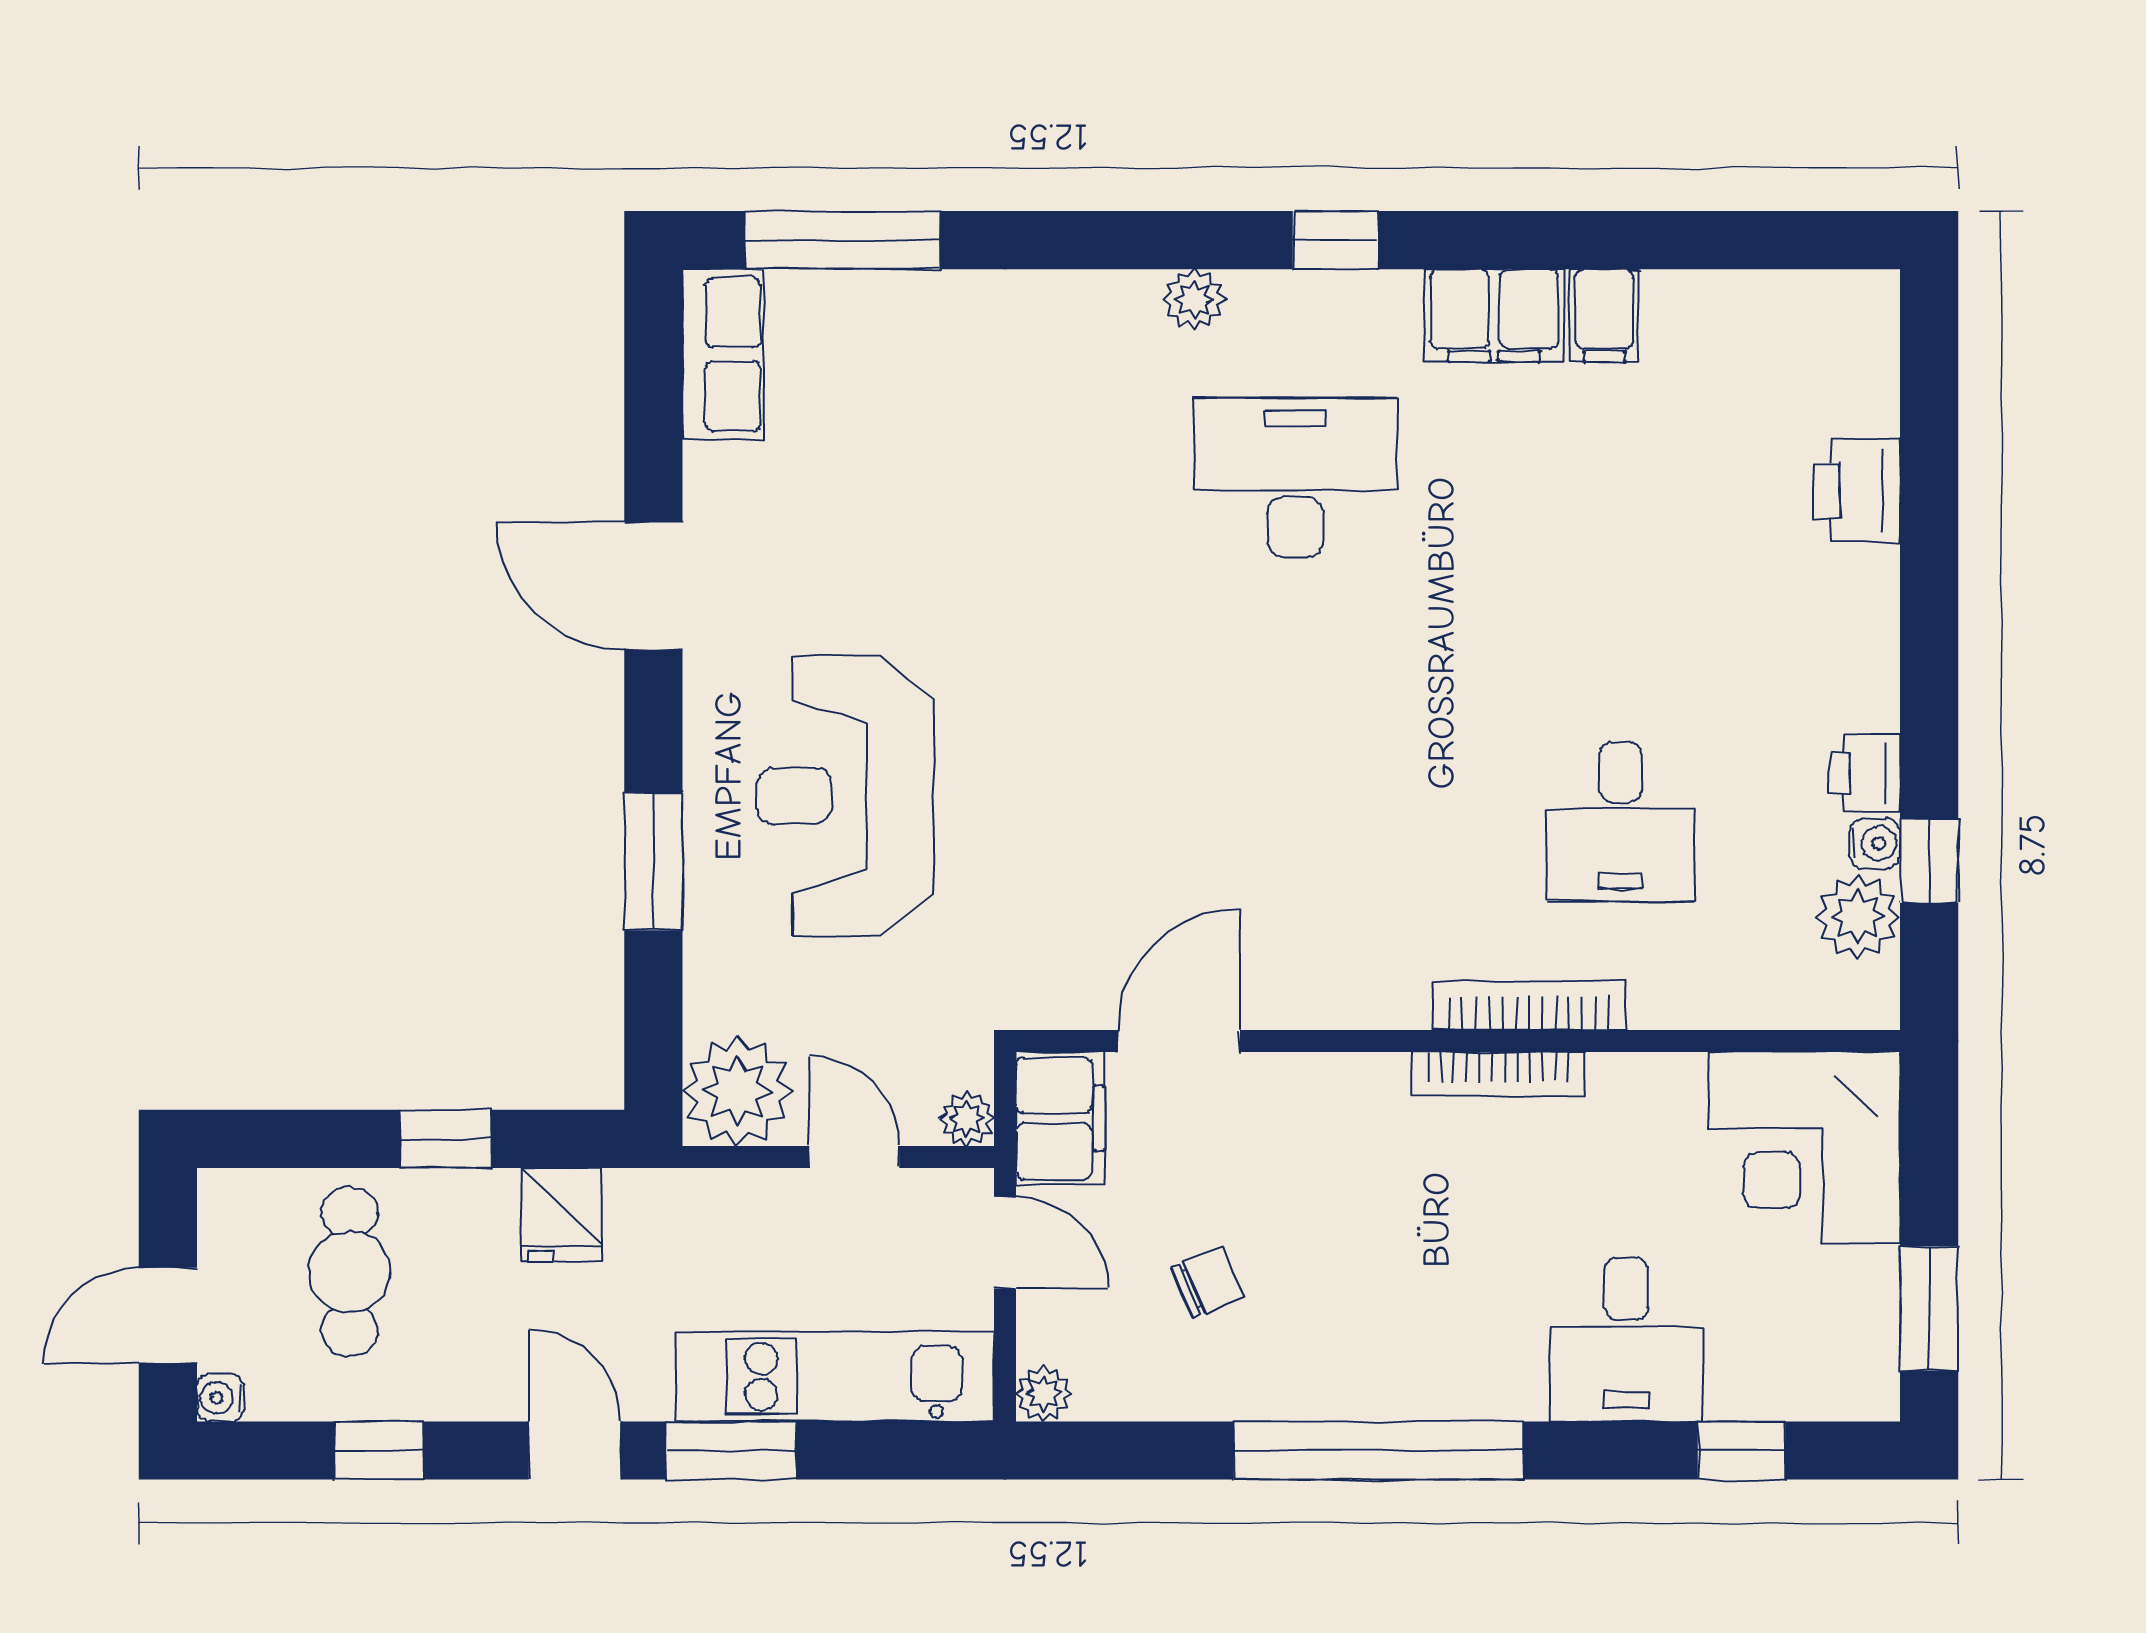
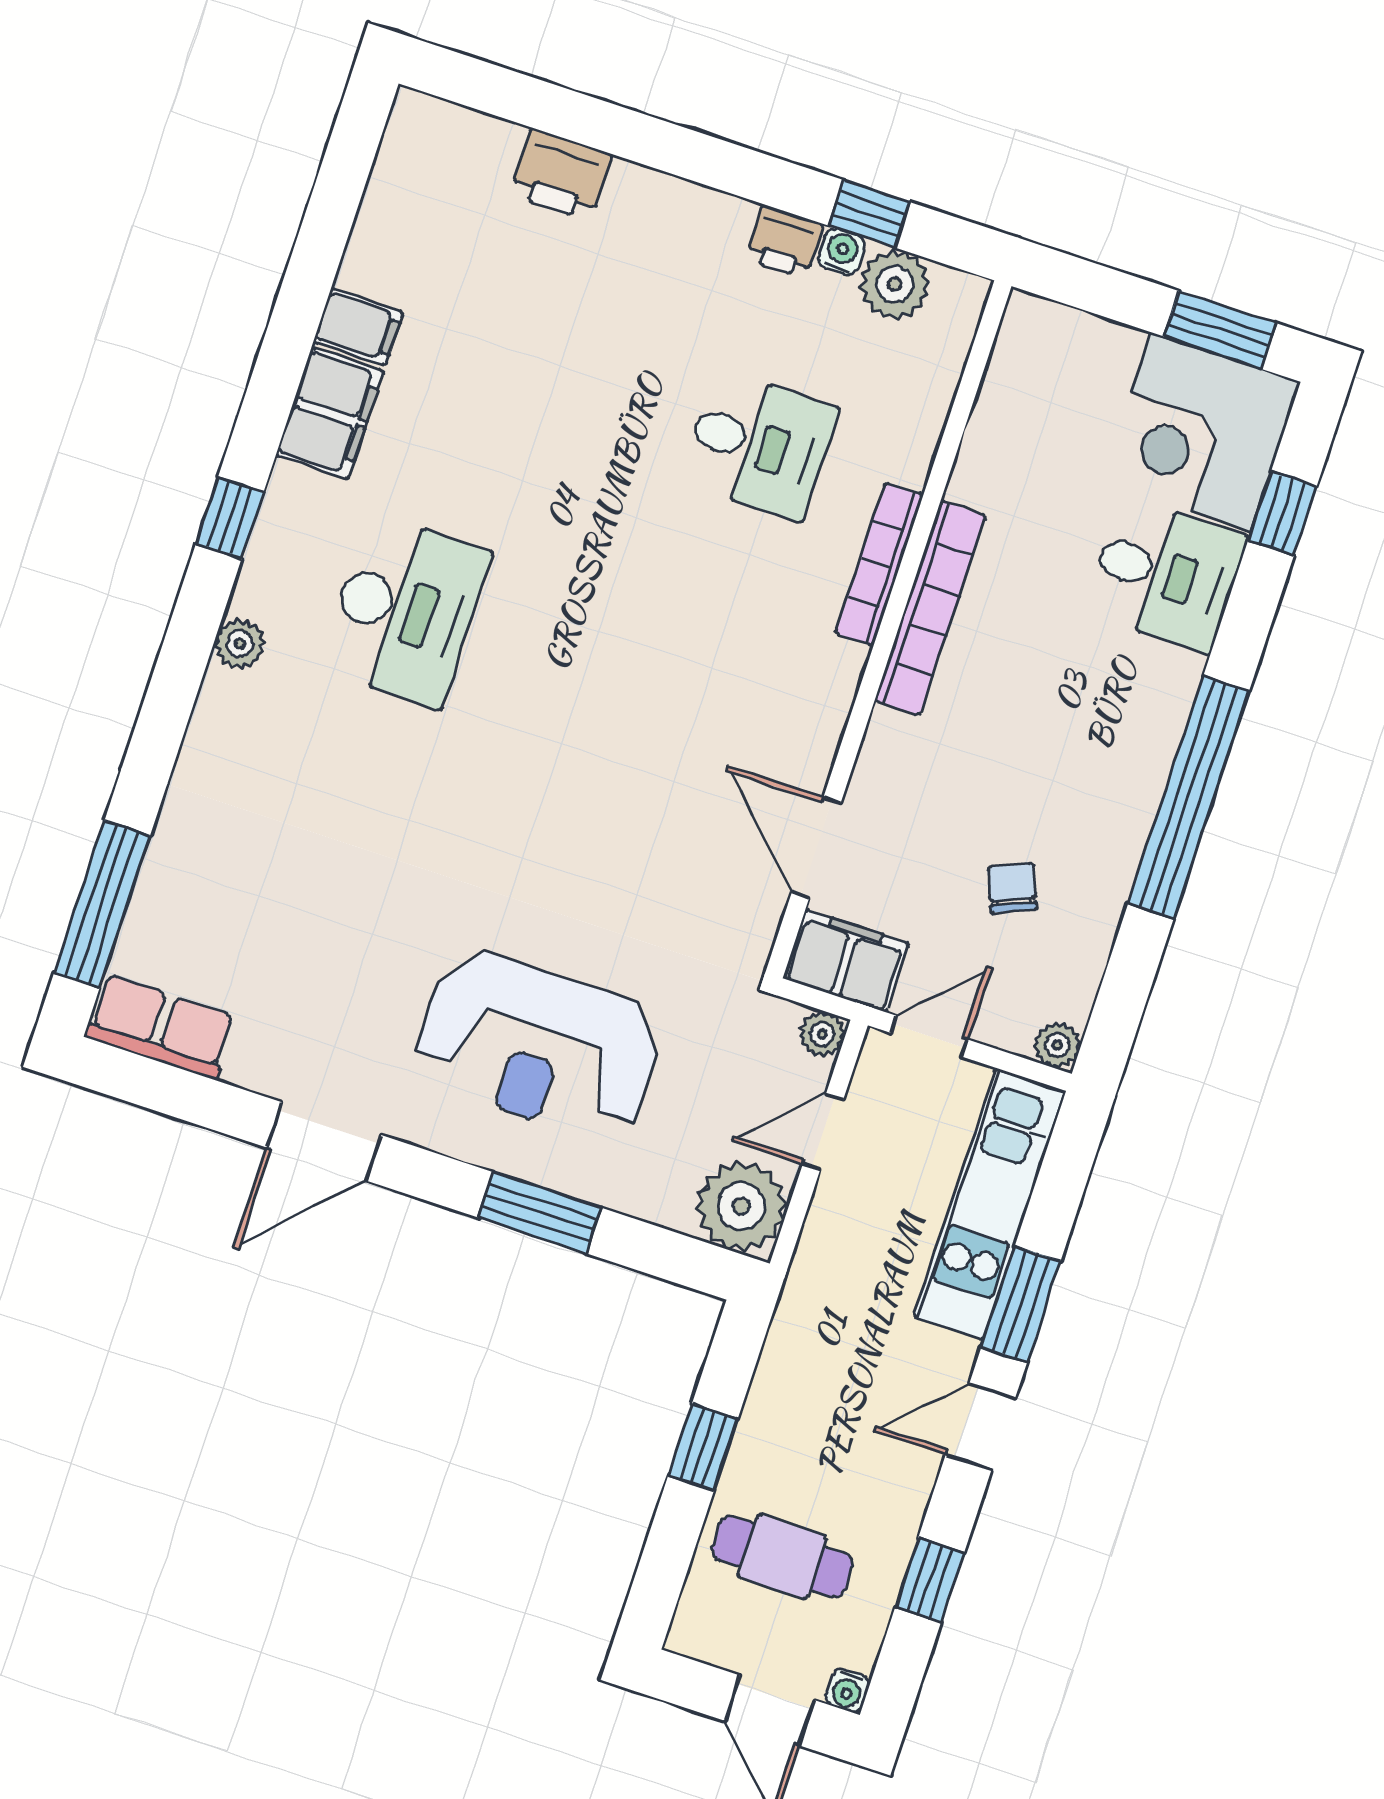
desk: (1295, 478) -> (405, 611), turned 180
bookcase: (1498, 1074) -> (930, 608), width x1.48, depth x1.31
corner desk: (1804, 1148) -> (1201, 432), moved, turned 90
fridge: (562, 1215) -> (793, 1376), removed

